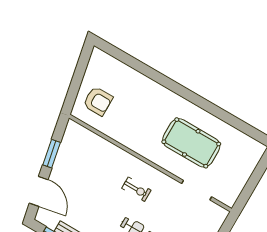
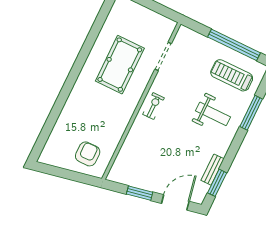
exercise bike: (136, 189) -> (153, 106), moved

